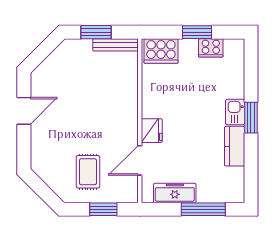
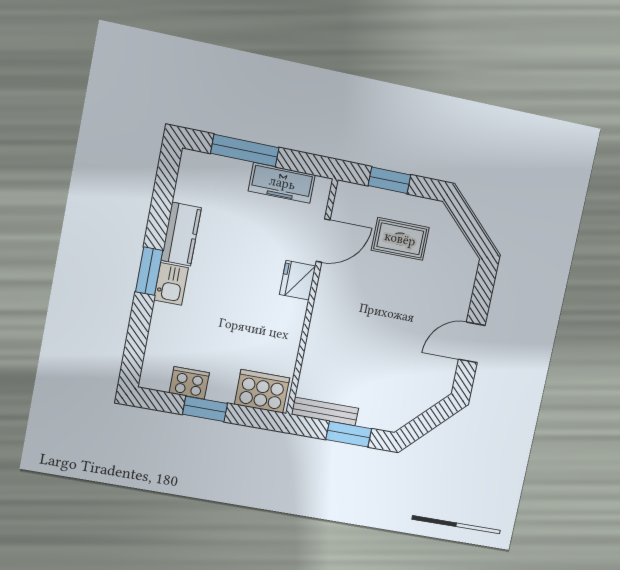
rug: (88, 172) -> (400, 239), turned 90

